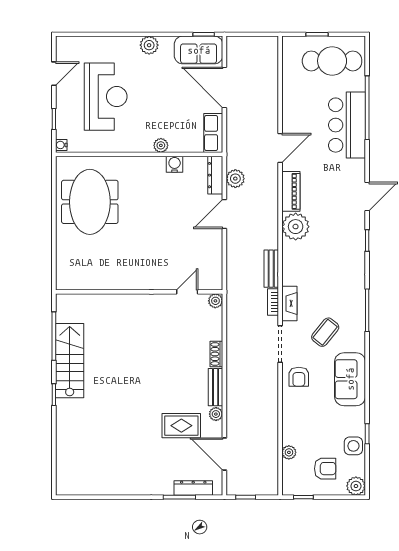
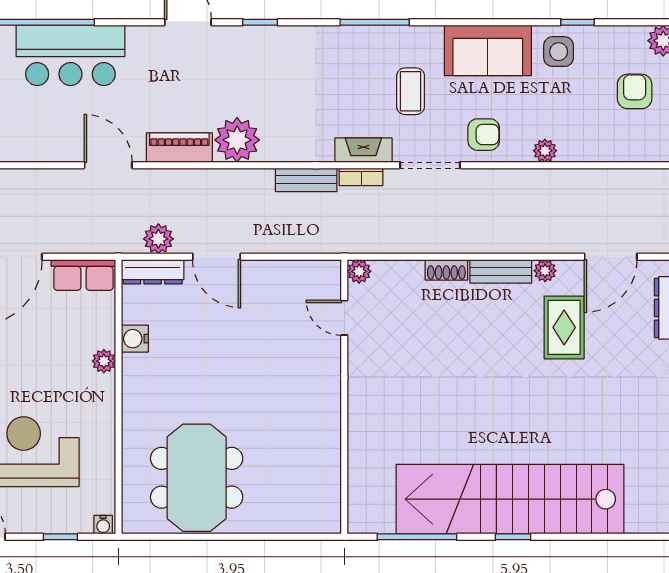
meeting table: (90, 202) -> (197, 478), turned 90
coffee table: (325, 332) -> (411, 91), turned 51
stairs: (70, 361) -> (510, 499), width x1.86, depth x1.51
side table: (353, 446) -> (559, 52), moved
plant: (289, 452) -> (545, 151), moved

